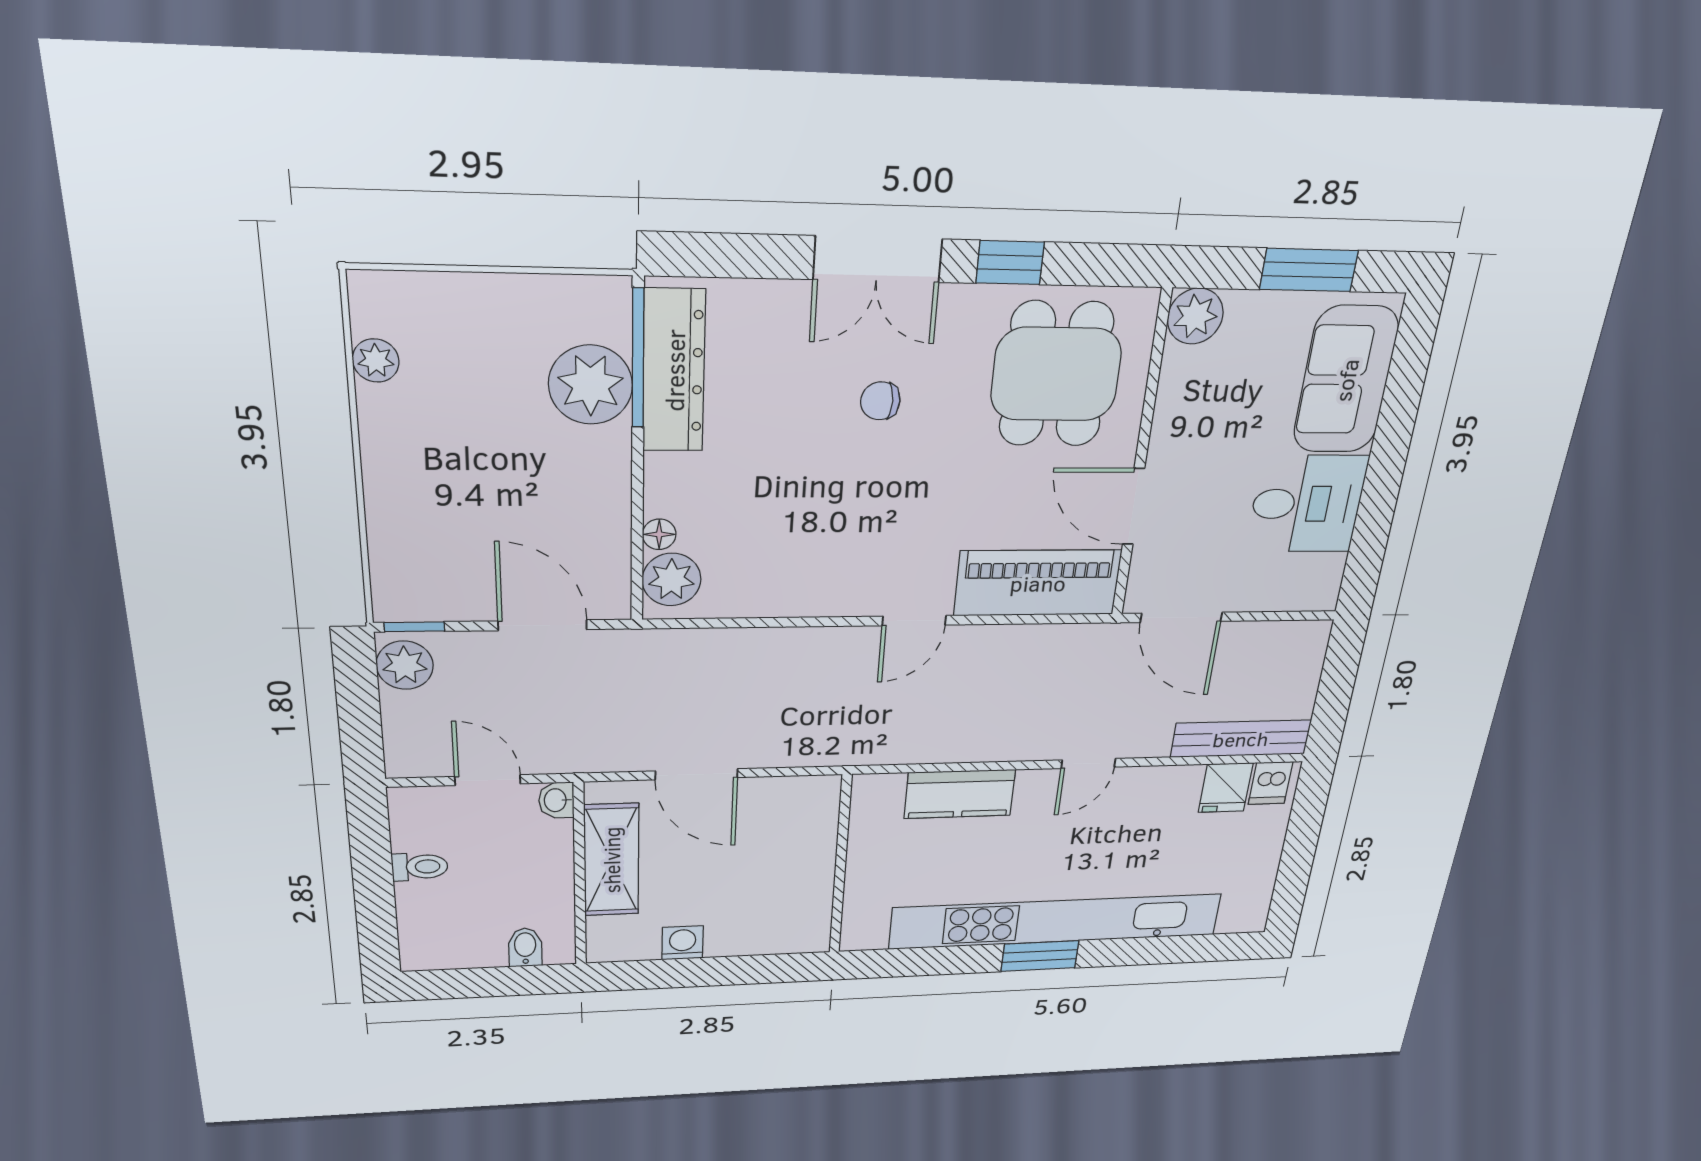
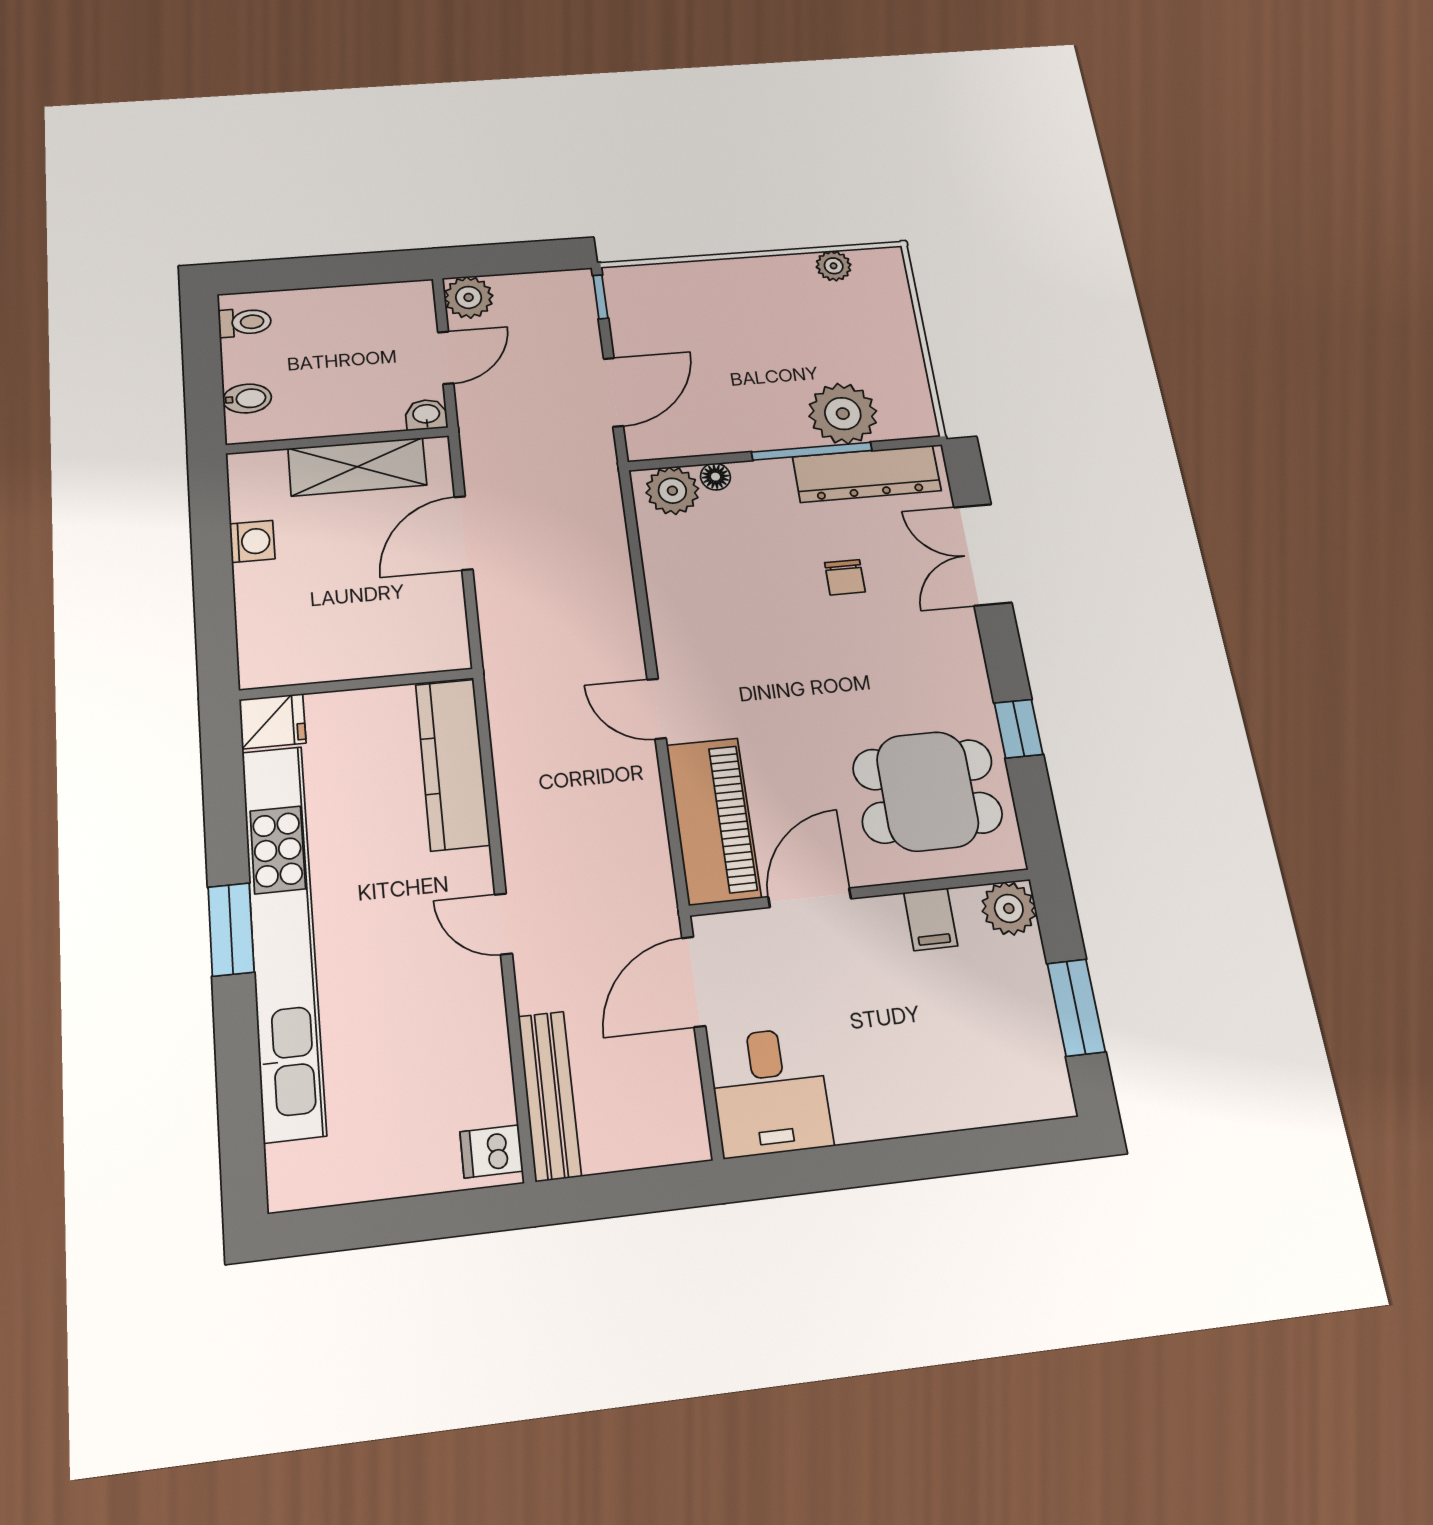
double door: (878, 259) -> (983, 554), moved
window: (638, 359) -> (812, 451), moved
sofa: (1346, 380) -> (980, 1082), removed
filing cabinet: (1184, 396) -> (931, 919), added
chair: (880, 401) -> (845, 577), moved, turned 180
desk: (1307, 504) -> (770, 1092), moved
plant: (405, 665) -> (469, 297), moved
fridge: (1226, 788) -> (272, 721), moved, turned 180
kitchen counter: (960, 794) -> (453, 764), width x1.50
toilet: (420, 867) -> (245, 322), moved, turned -90

